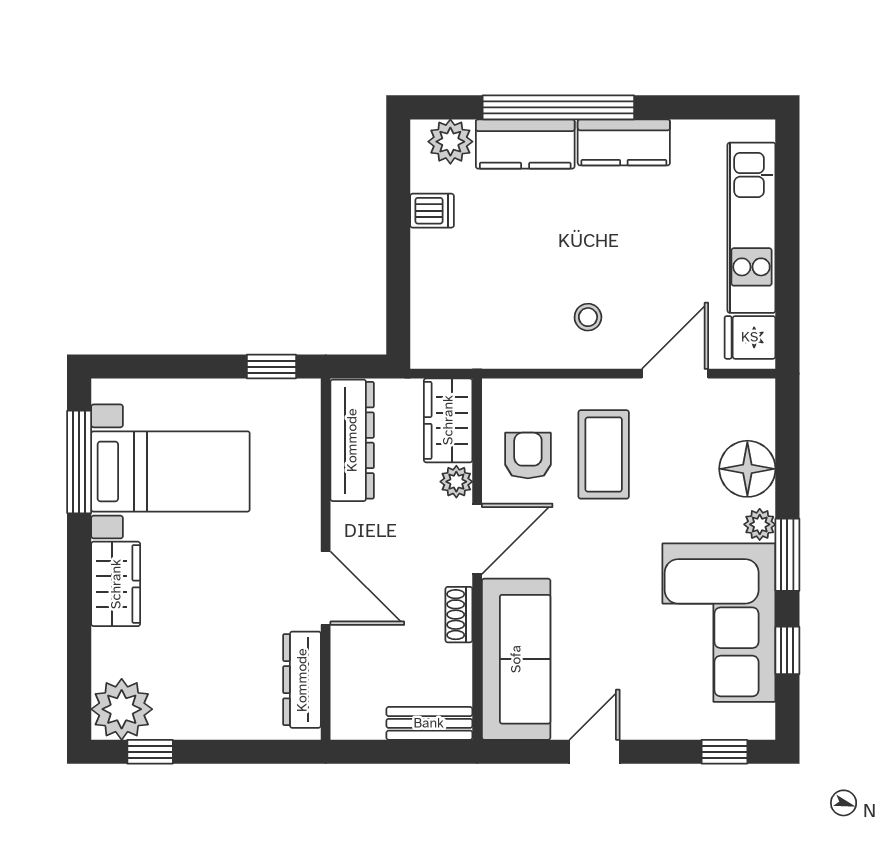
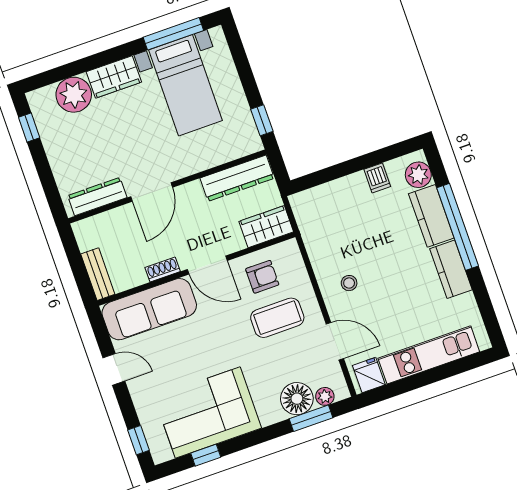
plant: (456, 482) -> (234, 243), removed
plant: (760, 524) -> (325, 396), moved
window: (787, 555) -> (311, 418), moved
plant: (122, 709) -> (74, 95), moved

